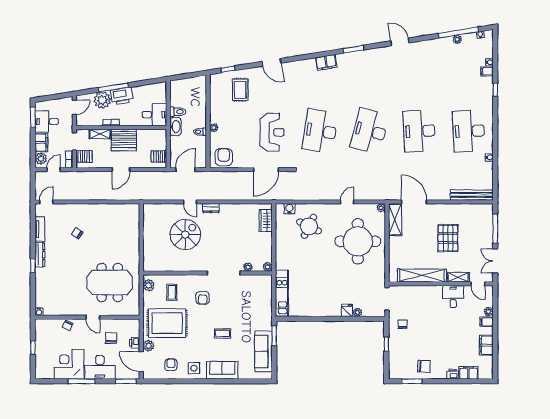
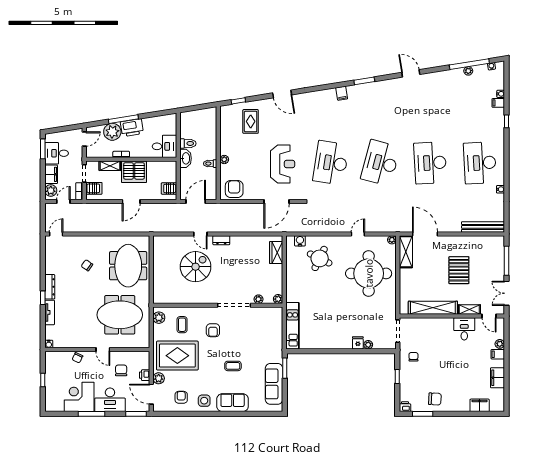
filing cabinet: (326, 62) -> (342, 93), width x0.50
tv unit: (40, 229) -> (50, 312), moved
meeting table: (118, 234) -> (128, 266), added
printer: (453, 374) -> (405, 407), moved

